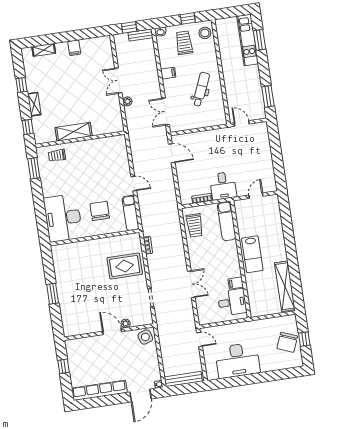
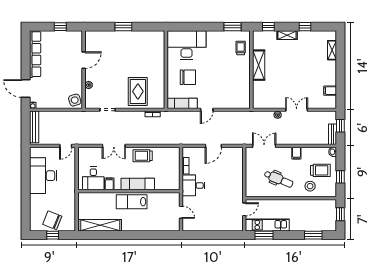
window: (231, 12) -> (340, 214), added
stool: (205, 33) -> (310, 186), moved
kitchen unit: (248, 40) -> (267, 225), moved
filing cabinet: (74, 48) -> (330, 91), moved
door: (172, 153) -> (213, 146), moved
exam couch: (227, 221) -> (138, 184), moved
trolley: (195, 225) -> (143, 156), moved
door: (112, 332) -> (84, 60), moved

